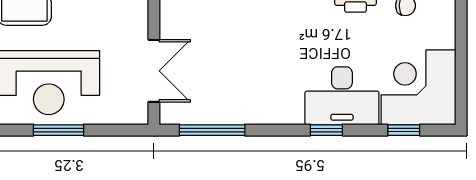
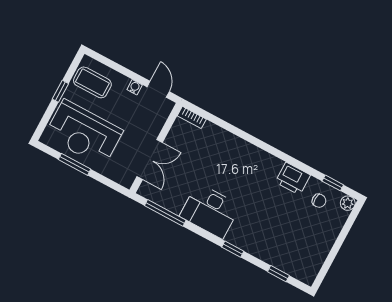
corner desk: (418, 87) -> (301, 253), removed
desk: (342, 96) -> (210, 211), moved

